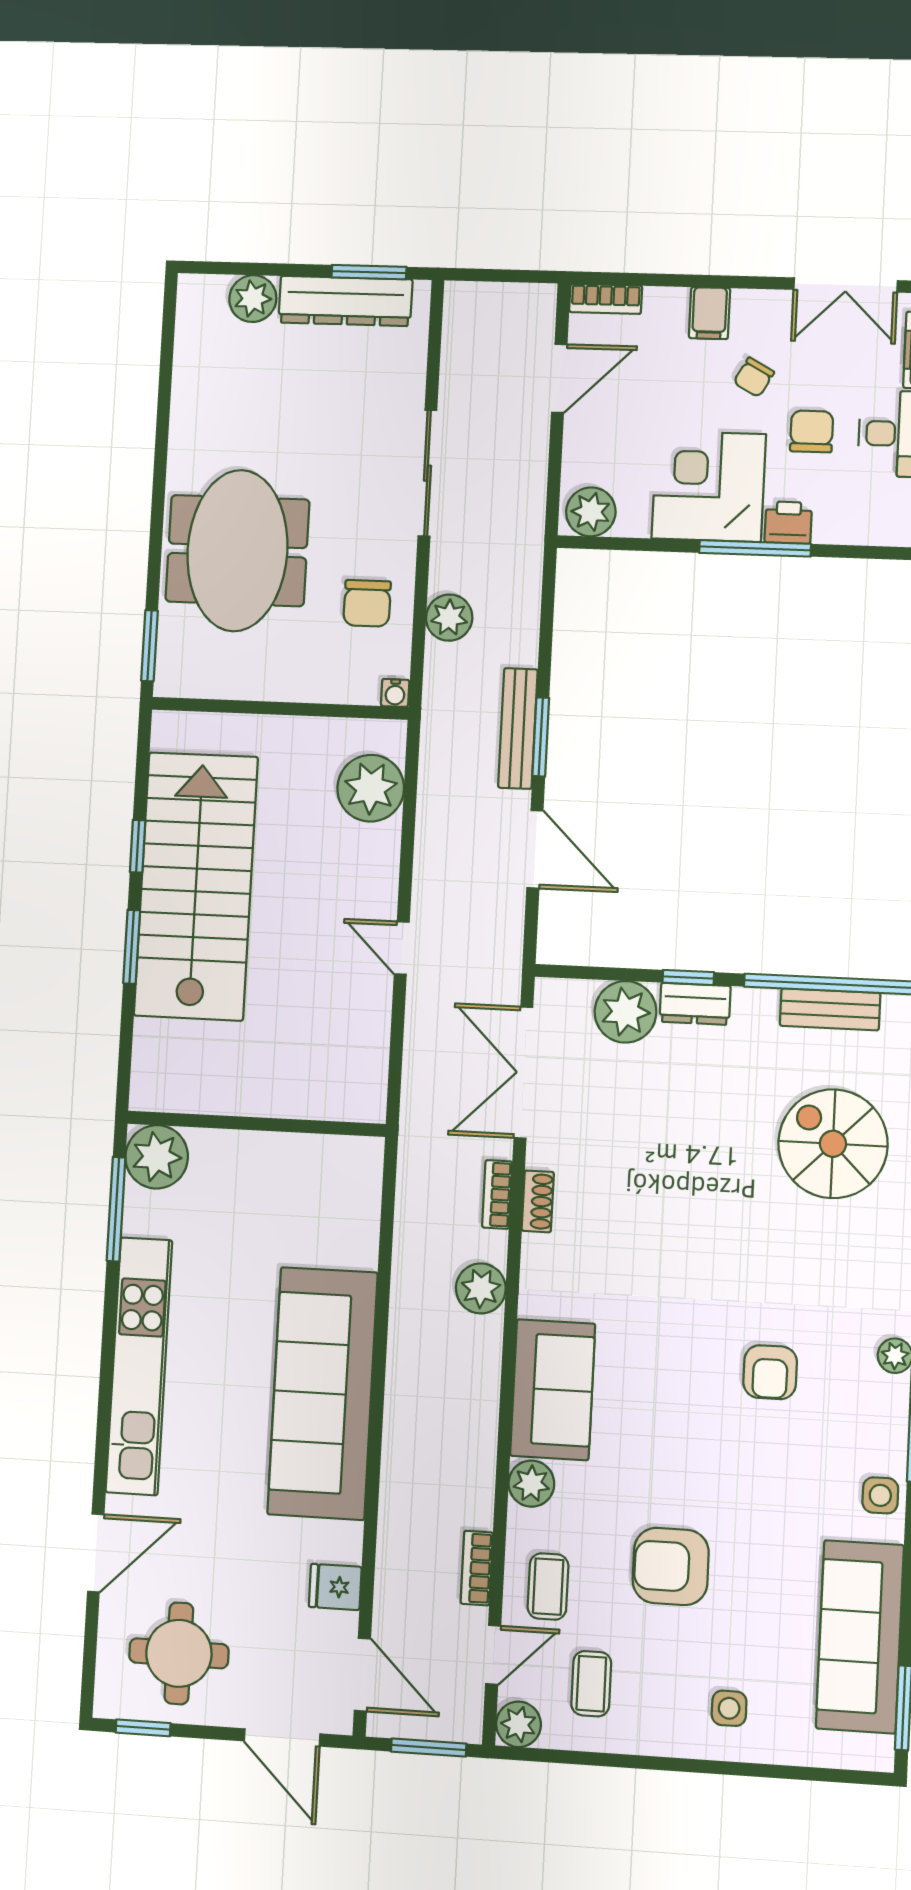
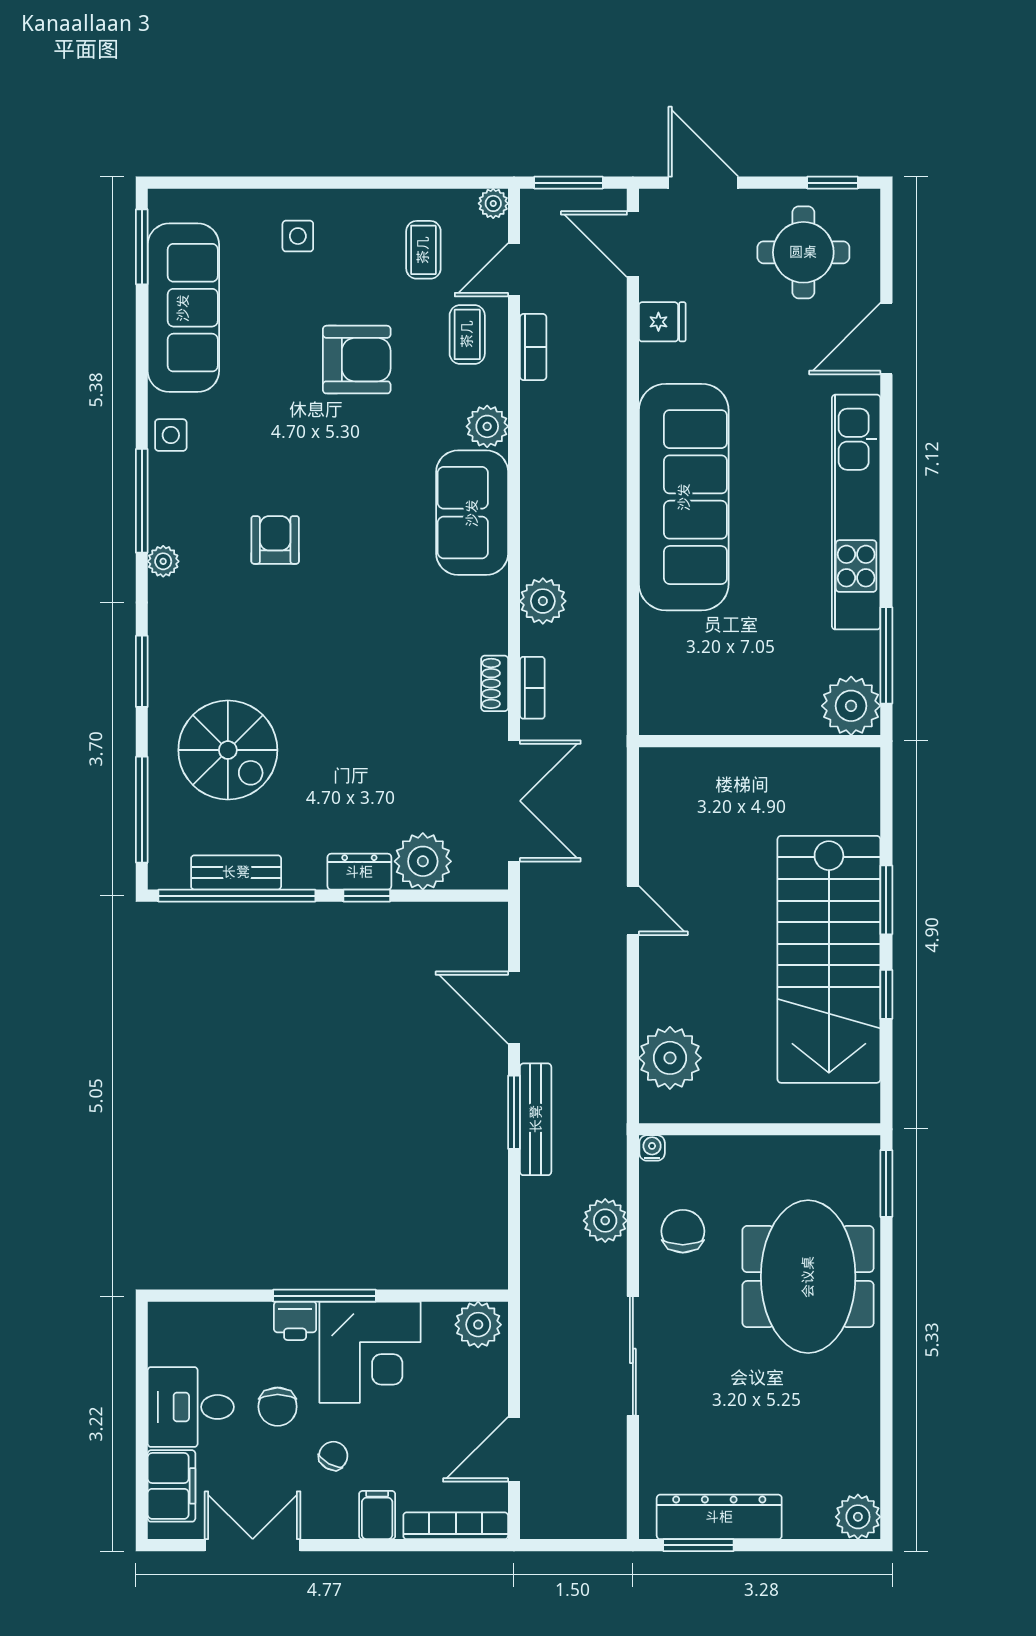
plant: (253, 299) -> (858, 1517), moved
bookcase: (606, 299) -> (456, 1526), width x1.56
plant: (519, 1724) -> (493, 203), width x0.73, depth x0.73

